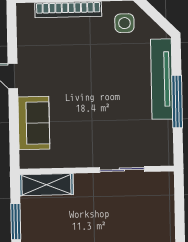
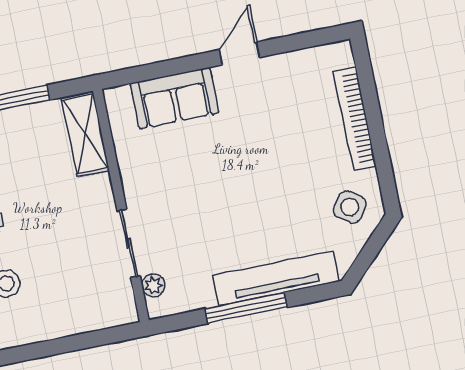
side table: (124, 23) -> (350, 207), turned 36
plant: (152, 159) -> (153, 285), added

